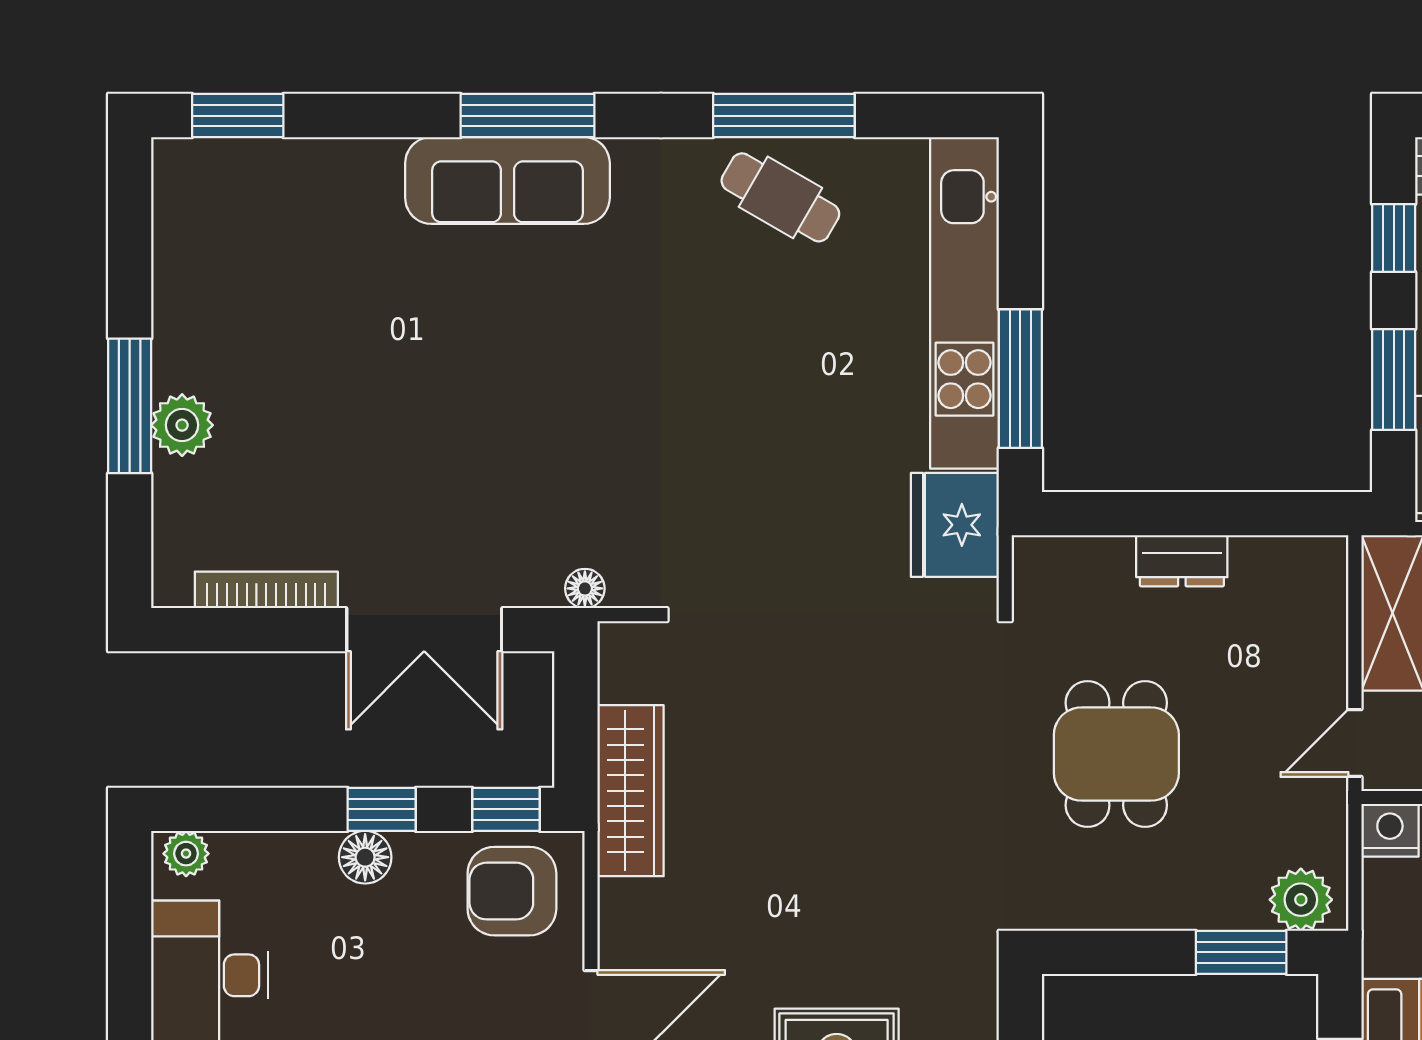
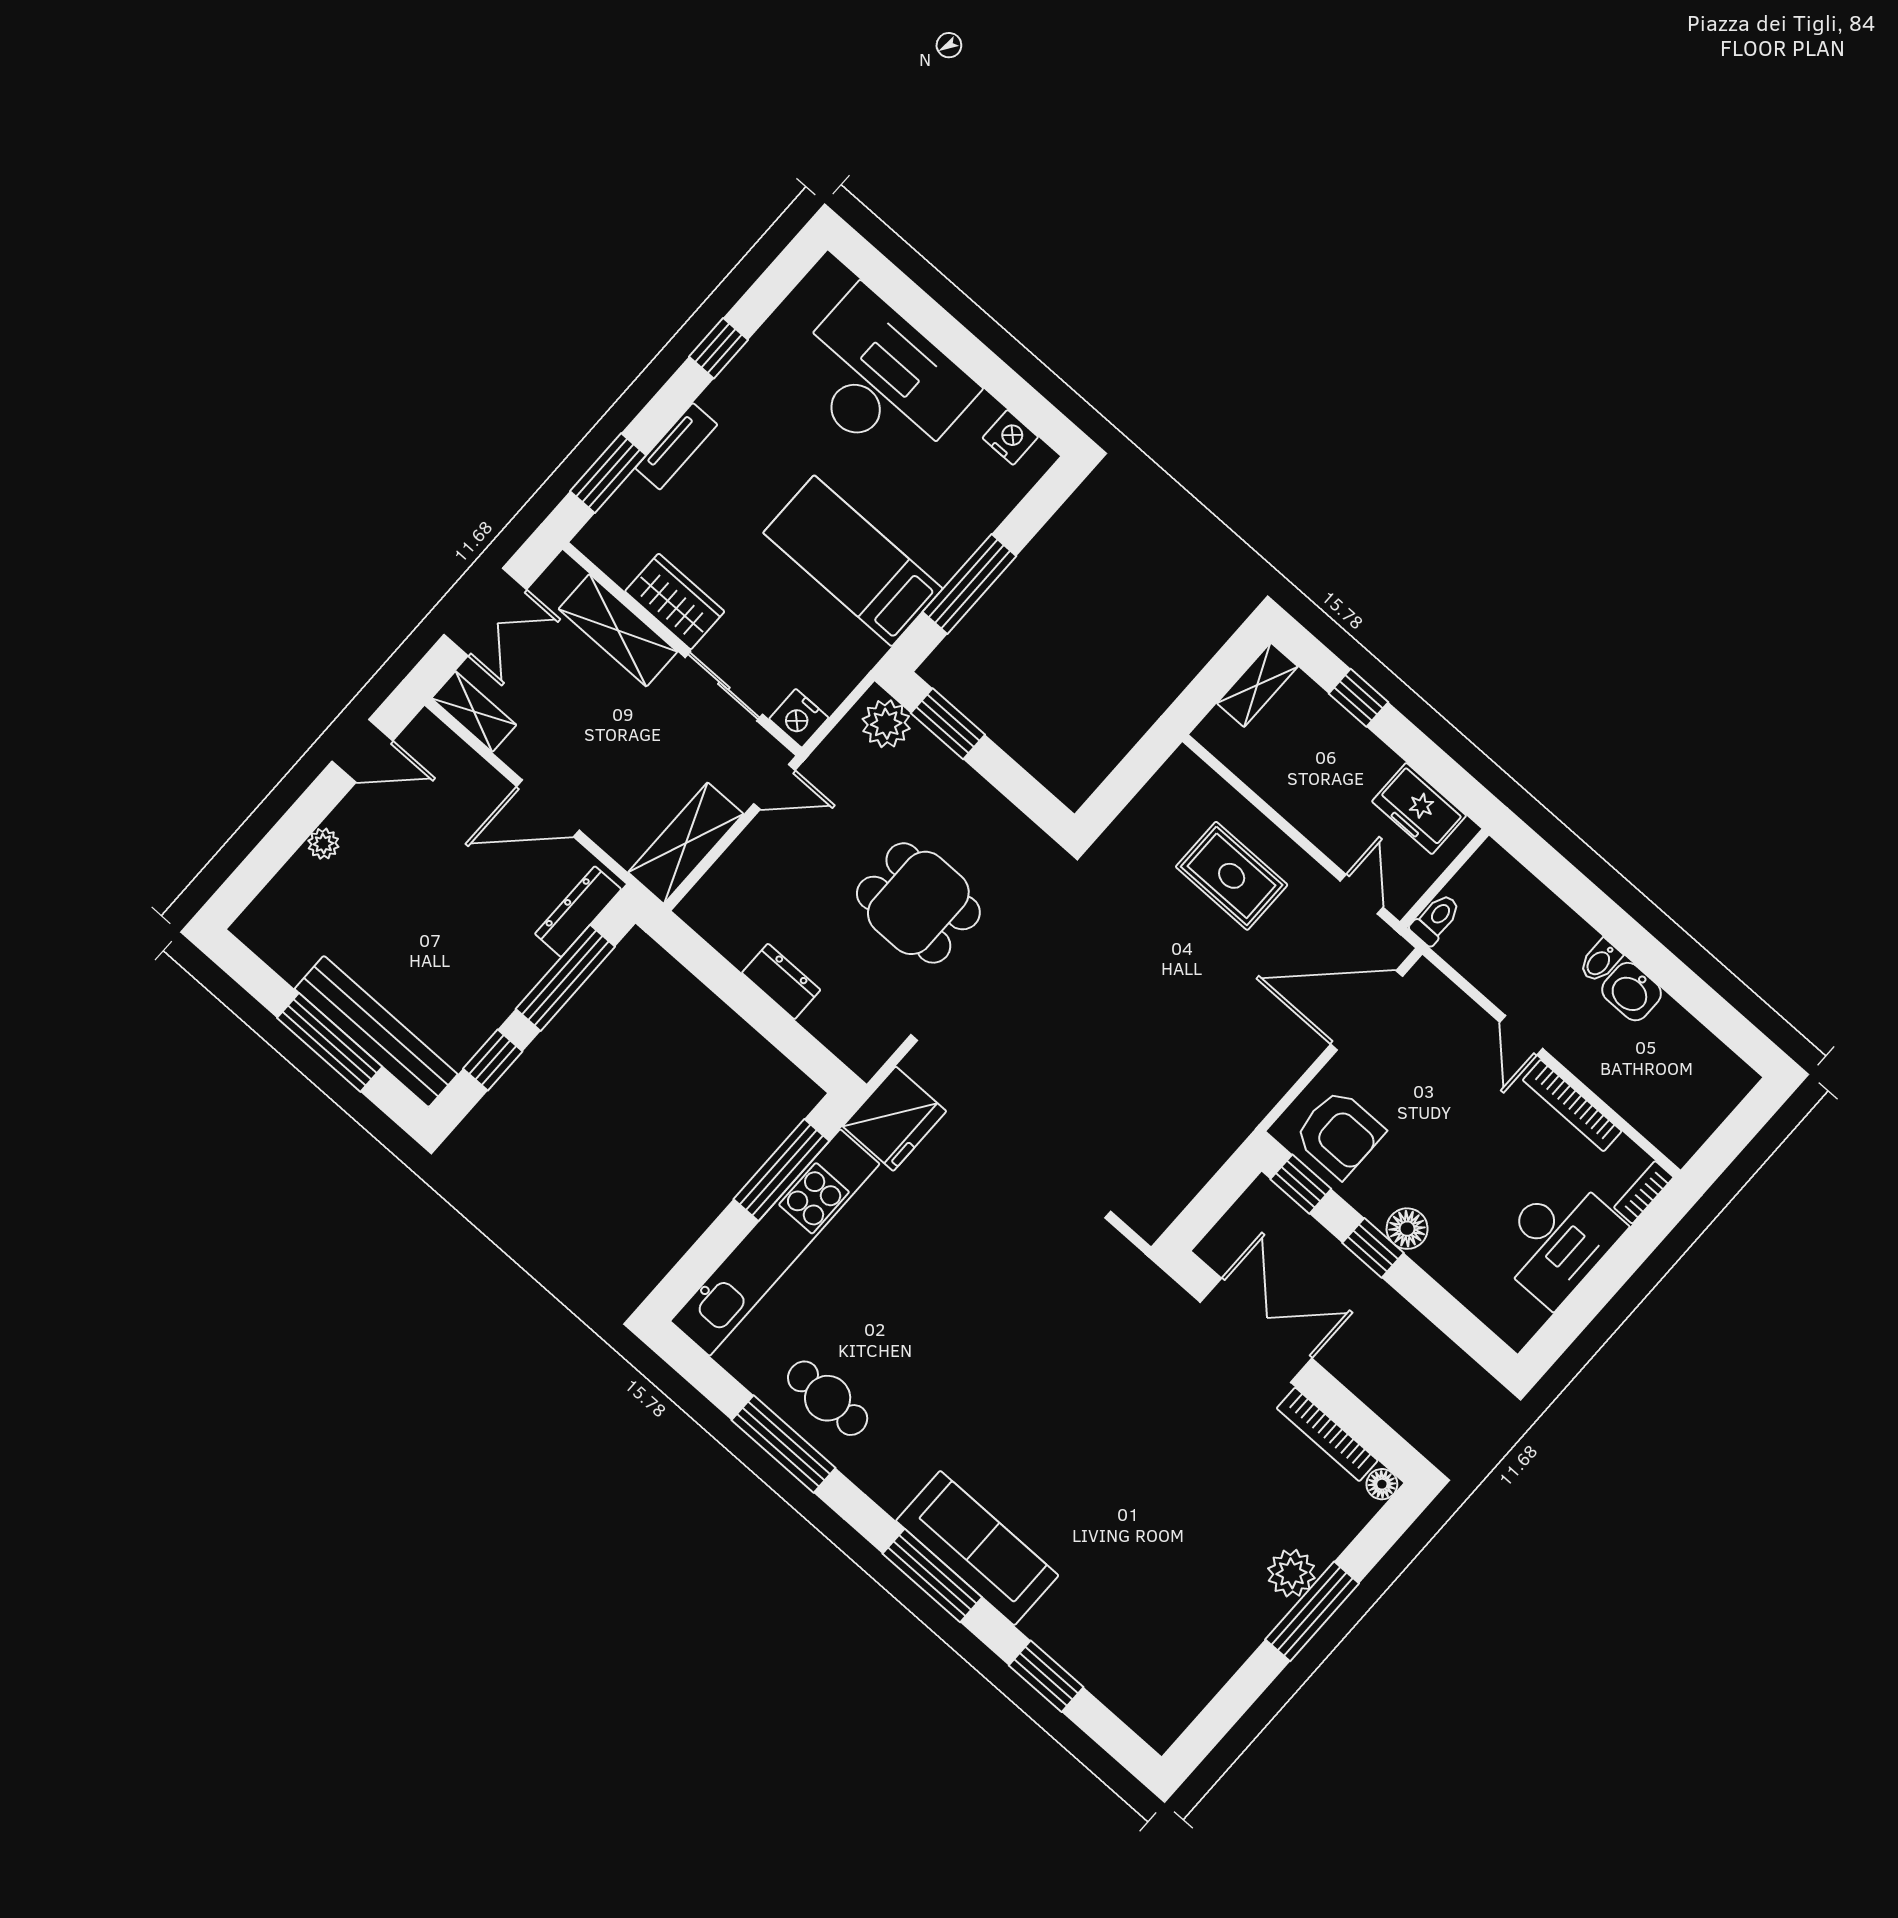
window: (238, 116) -> (1046, 1676), moved
cafe table: (780, 197) -> (828, 1398), turned -30
window: (1394, 380) -> (565, 978), width x1.44
floor lamp: (585, 588) -> (1382, 1484), moved
dining table: (1116, 754) -> (918, 903), turned 90
wardrobe: (631, 791) -> (1219, 1131), removed
plant: (186, 854) -> (1509, 1323), removed

